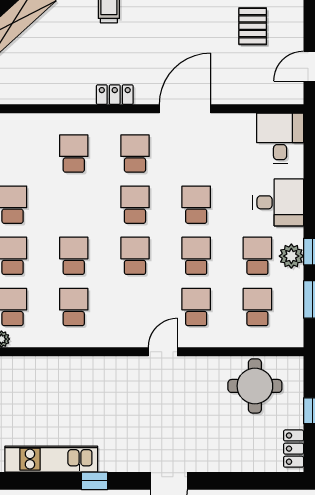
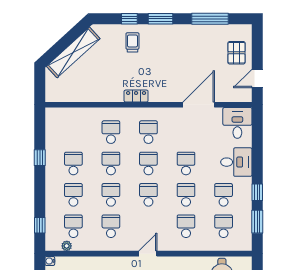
pallet: (253, 26) -> (236, 53), moved
door: (185, 109) -> (199, 105), moved
school desk: (74, 205) -> (111, 163), added
plant: (291, 256) -> (244, 195), removed
door: (163, 352) -> (148, 254), moved

